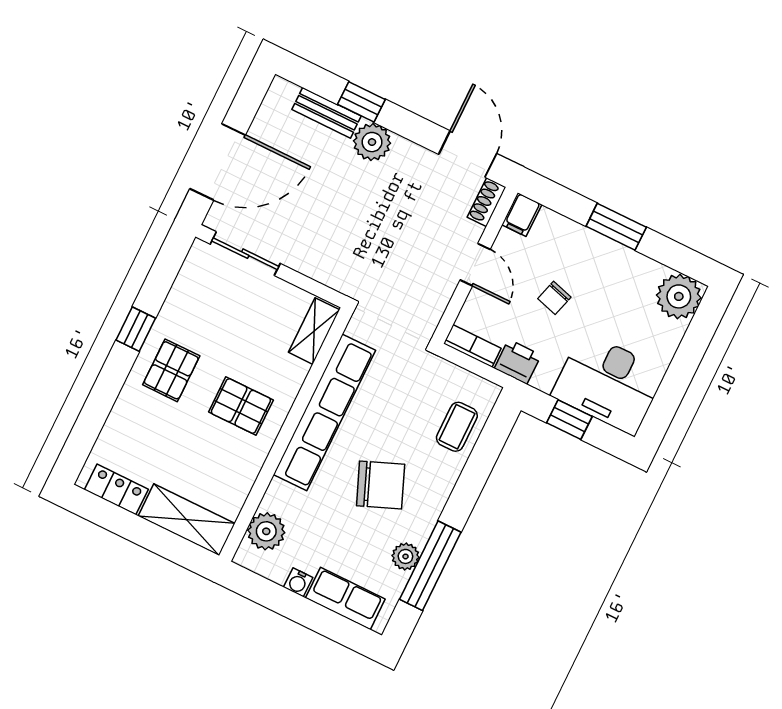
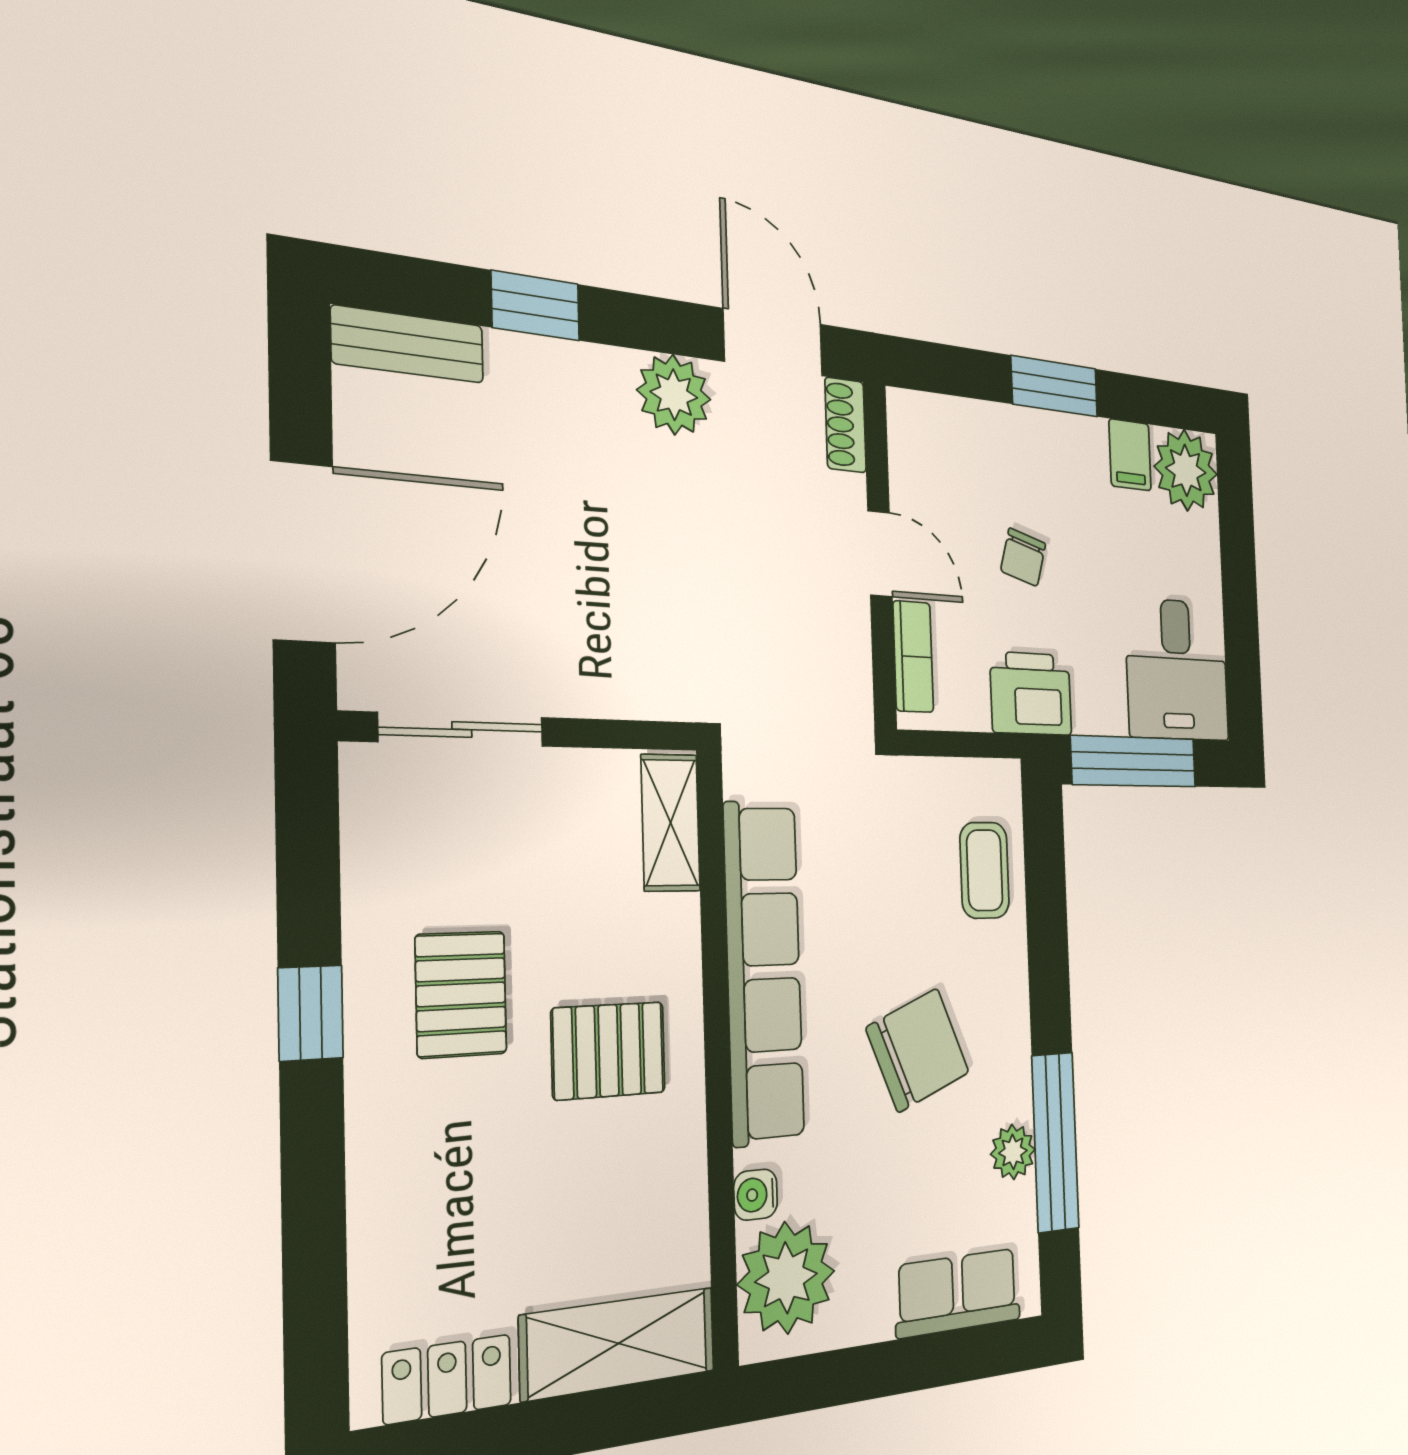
bench: (327, 113) -> (408, 344), moved
plant: (372, 142) -> (674, 395), moved
filing cabinet: (522, 215) -> (1130, 455), moved
bookcase: (472, 346) -> (913, 657), moved, turned 90
printer: (518, 362) -> (1031, 694), width x1.36, depth x1.24
pallet: (171, 370) -> (461, 994), moved
desk: (608, 383) -> (1177, 670), width x0.73
window: (569, 420) -> (1134, 761), width x2.17
plant: (266, 531) -> (786, 1278), width x1.36, depth x1.36
water cooler: (298, 582) -> (756, 1195), moved, turned 90

